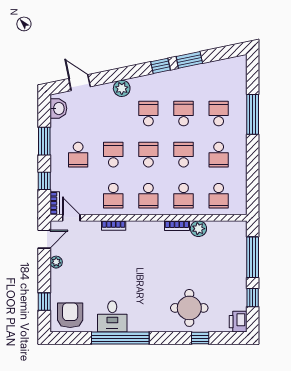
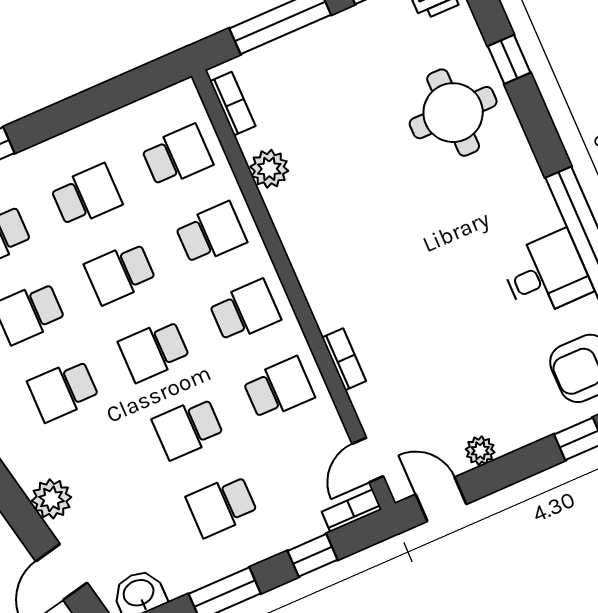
plant: (122, 88) -> (52, 499), moved
school desk: (78, 155) -> (222, 506), turned 180
bookcase: (177, 226) -> (233, 104), moved

